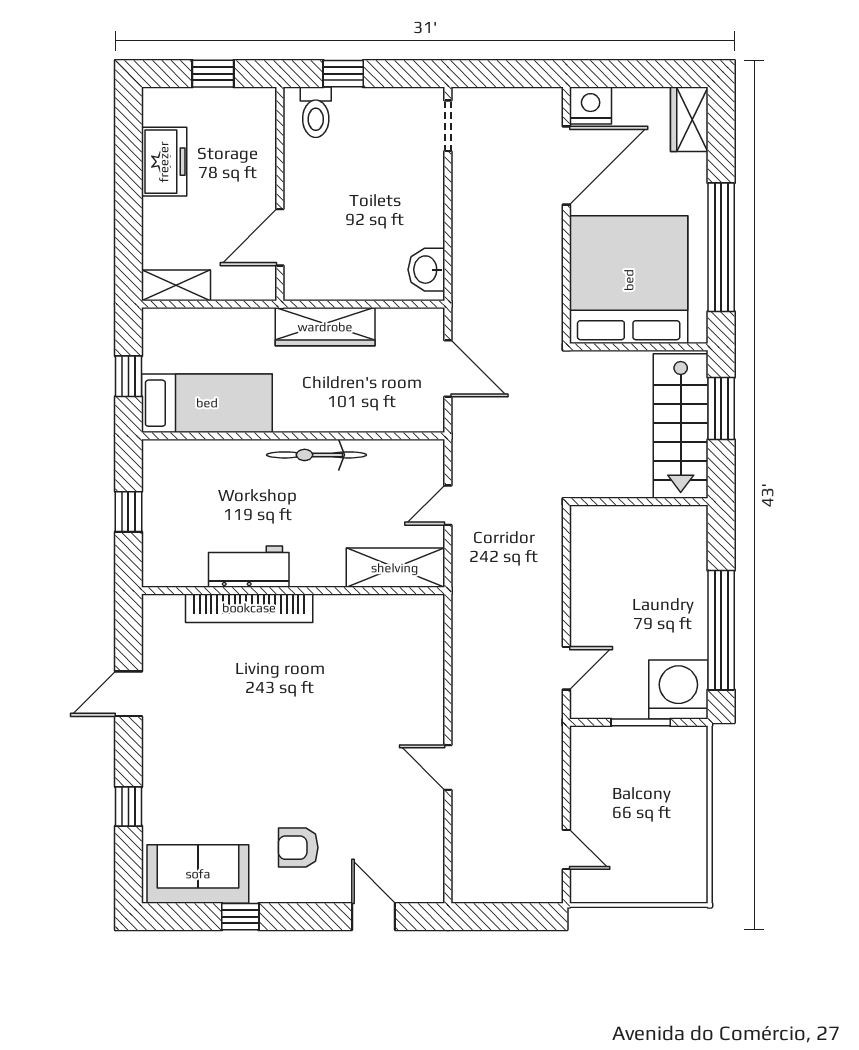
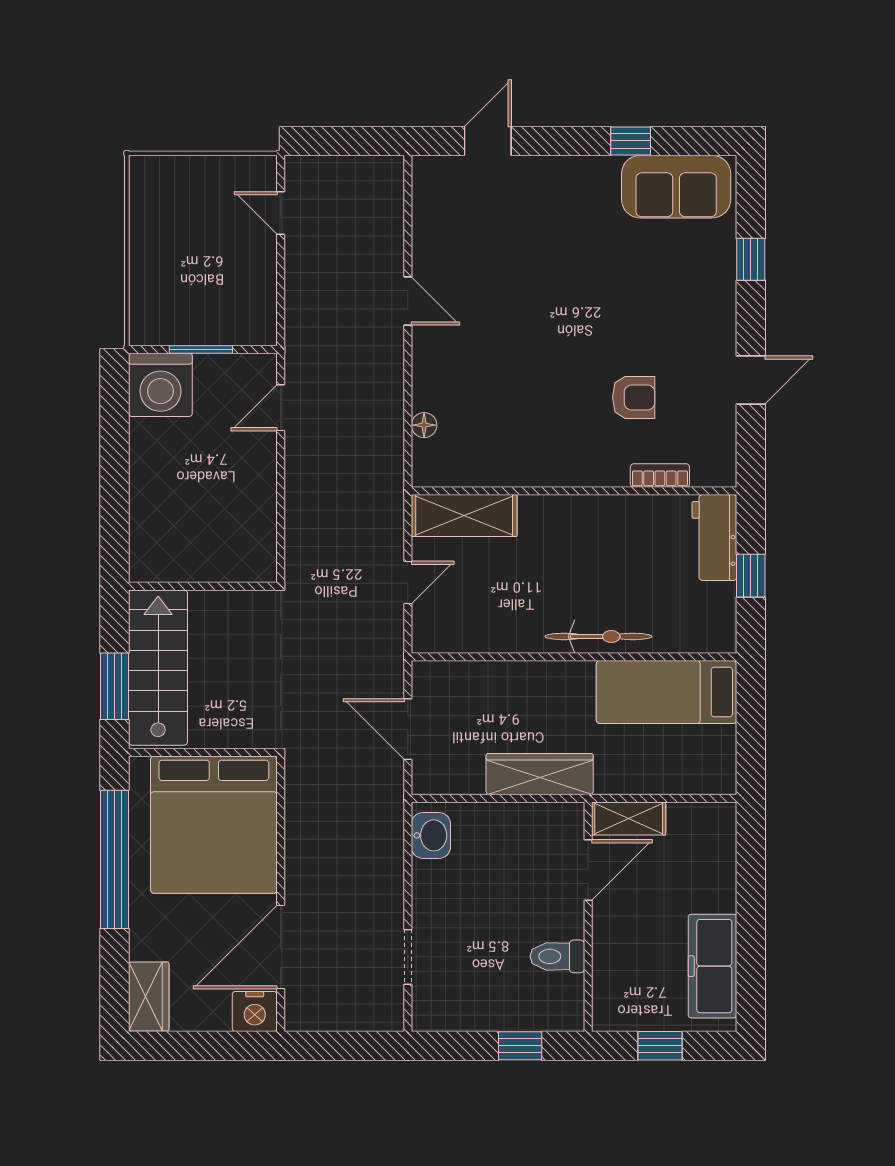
toilet: (316, 112) -> (557, 956), moved, turned -90
doorway: (448, 126) -> (408, 957), moved
freezer: (164, 162) -> (712, 966), width x1.40
shelving: (176, 285) -> (629, 818), moved
window: (128, 376) -> (751, 721), removed
bicycle: (316, 455) -> (598, 636), moved
workbench: (249, 567) -> (714, 537), moved, turned 90
bookcase: (249, 608) -> (660, 476), width x0.43, depth x0.76
window: (721, 630) -> (115, 448), removed
floor lamp: (433, 652) -> (424, 425), added
armchair: (298, 848) -> (634, 397), moved
door: (374, 917) -> (488, 141), swing flipped

